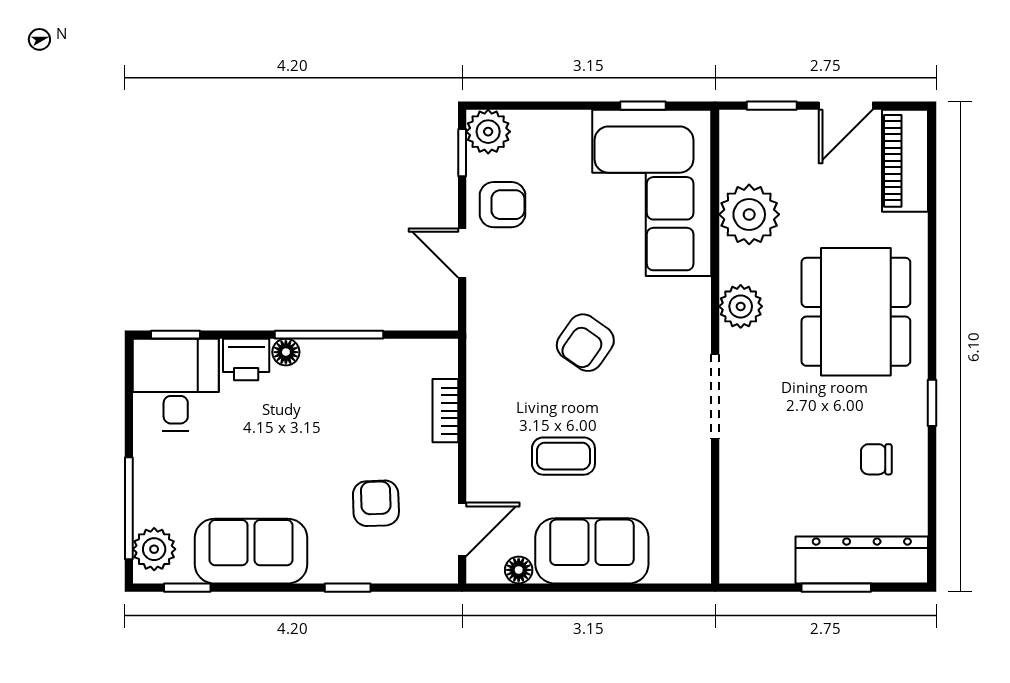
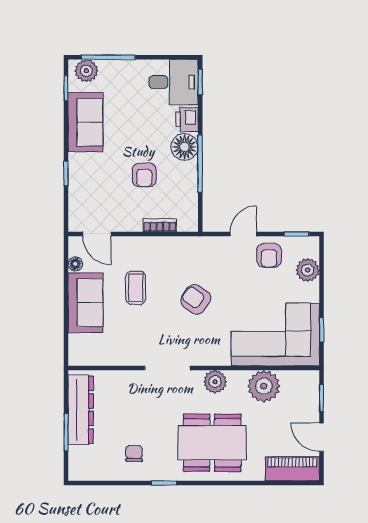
plant: (488, 132) -> (308, 270), moved
floor lamp: (286, 352) -> (185, 147), width x1.89, depth x1.89
armchair: (376, 503) -> (144, 175), moved, turned 92
dresser: (862, 560) -> (81, 410), moved

